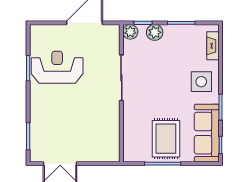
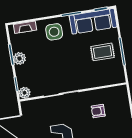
plant: (155, 32) -> (19, 58), moved
armchair: (92, 121) -> (98, 111), added
rug: (166, 139) -> (102, 52), width x0.73, depth x0.70

